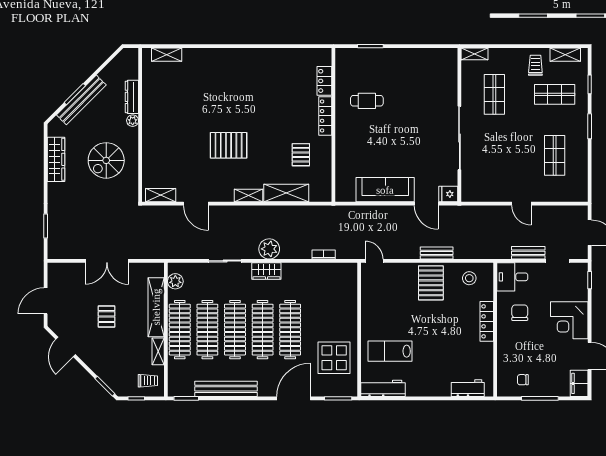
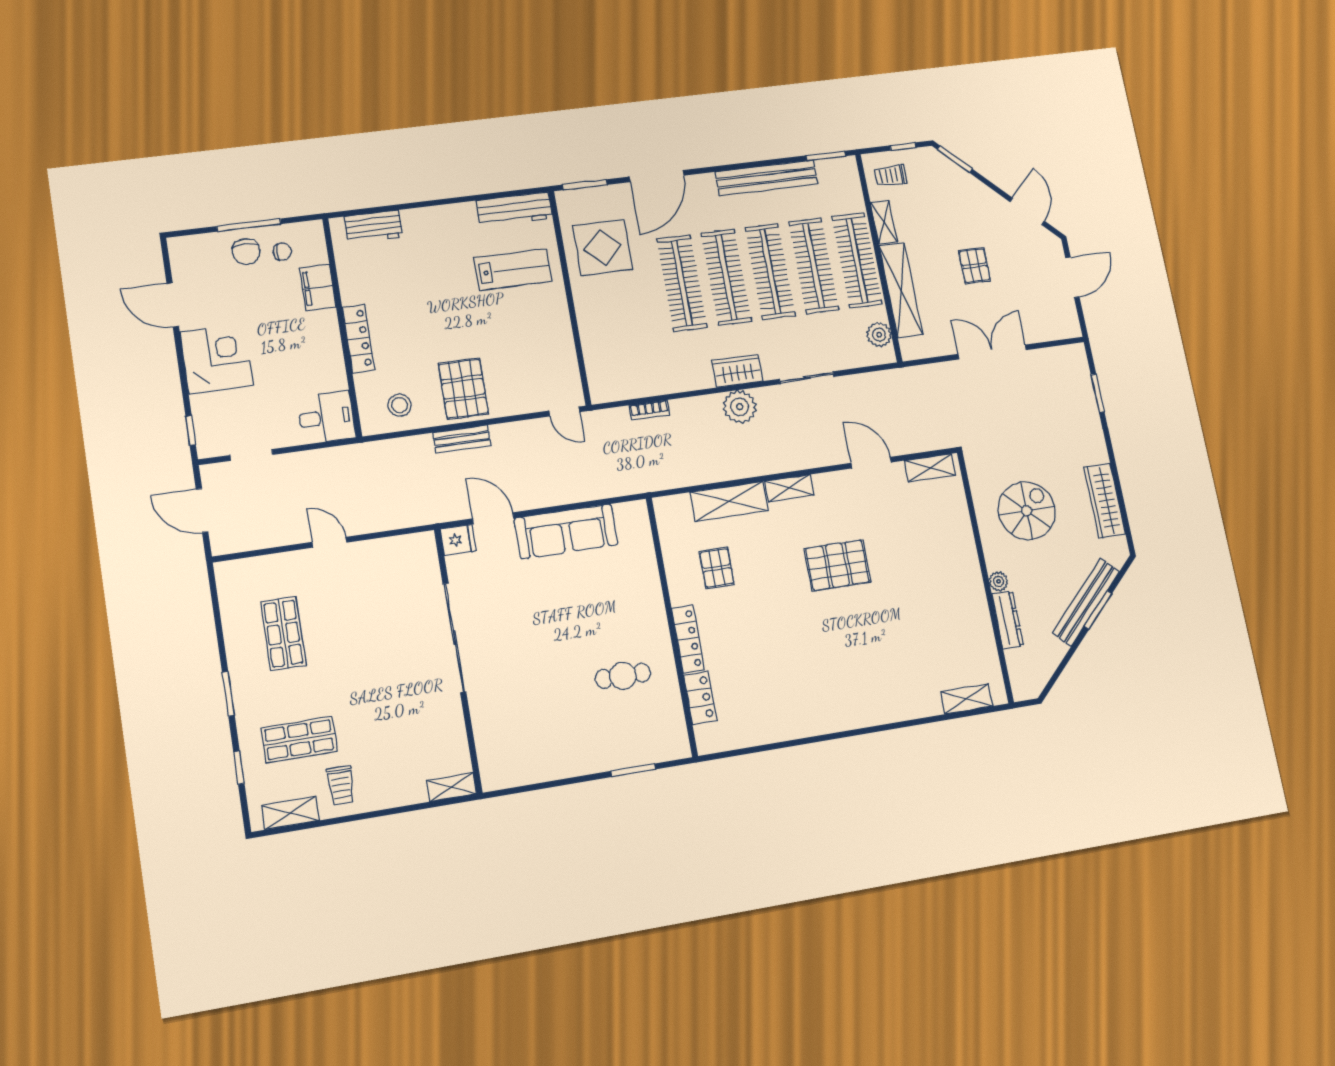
shop shelf: (494, 94) -> (405, 722), removed
bench: (528, 253) -> (305, 461), removed
chair: (520, 313) -> (246, 252), moved
filing cabinet: (579, 383) -> (318, 288), moved, turned 180

